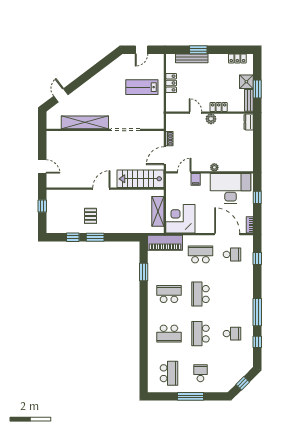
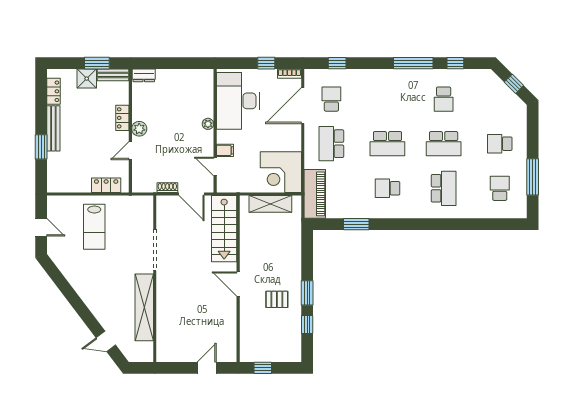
bench: (192, 58) -> (53, 128), moved
locker: (171, 83) -> (106, 185), moved
window: (257, 197) -> (266, 63), moved
school desk: (169, 294) -> (387, 188), width x0.54
school desk: (232, 334) -> (444, 99), turned 180
school desk: (169, 373) -> (500, 188), width x0.54
window: (190, 396) -> (533, 177), moved

